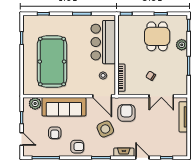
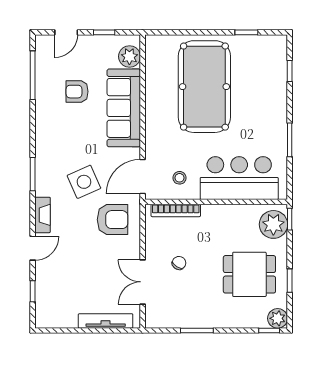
plant: (129, 23) -> (273, 224), added
plant: (182, 45) -> (278, 318), moved
pool table: (52, 62) -> (204, 87), turned 90
armchair: (77, 147) -> (52, 132), removed

